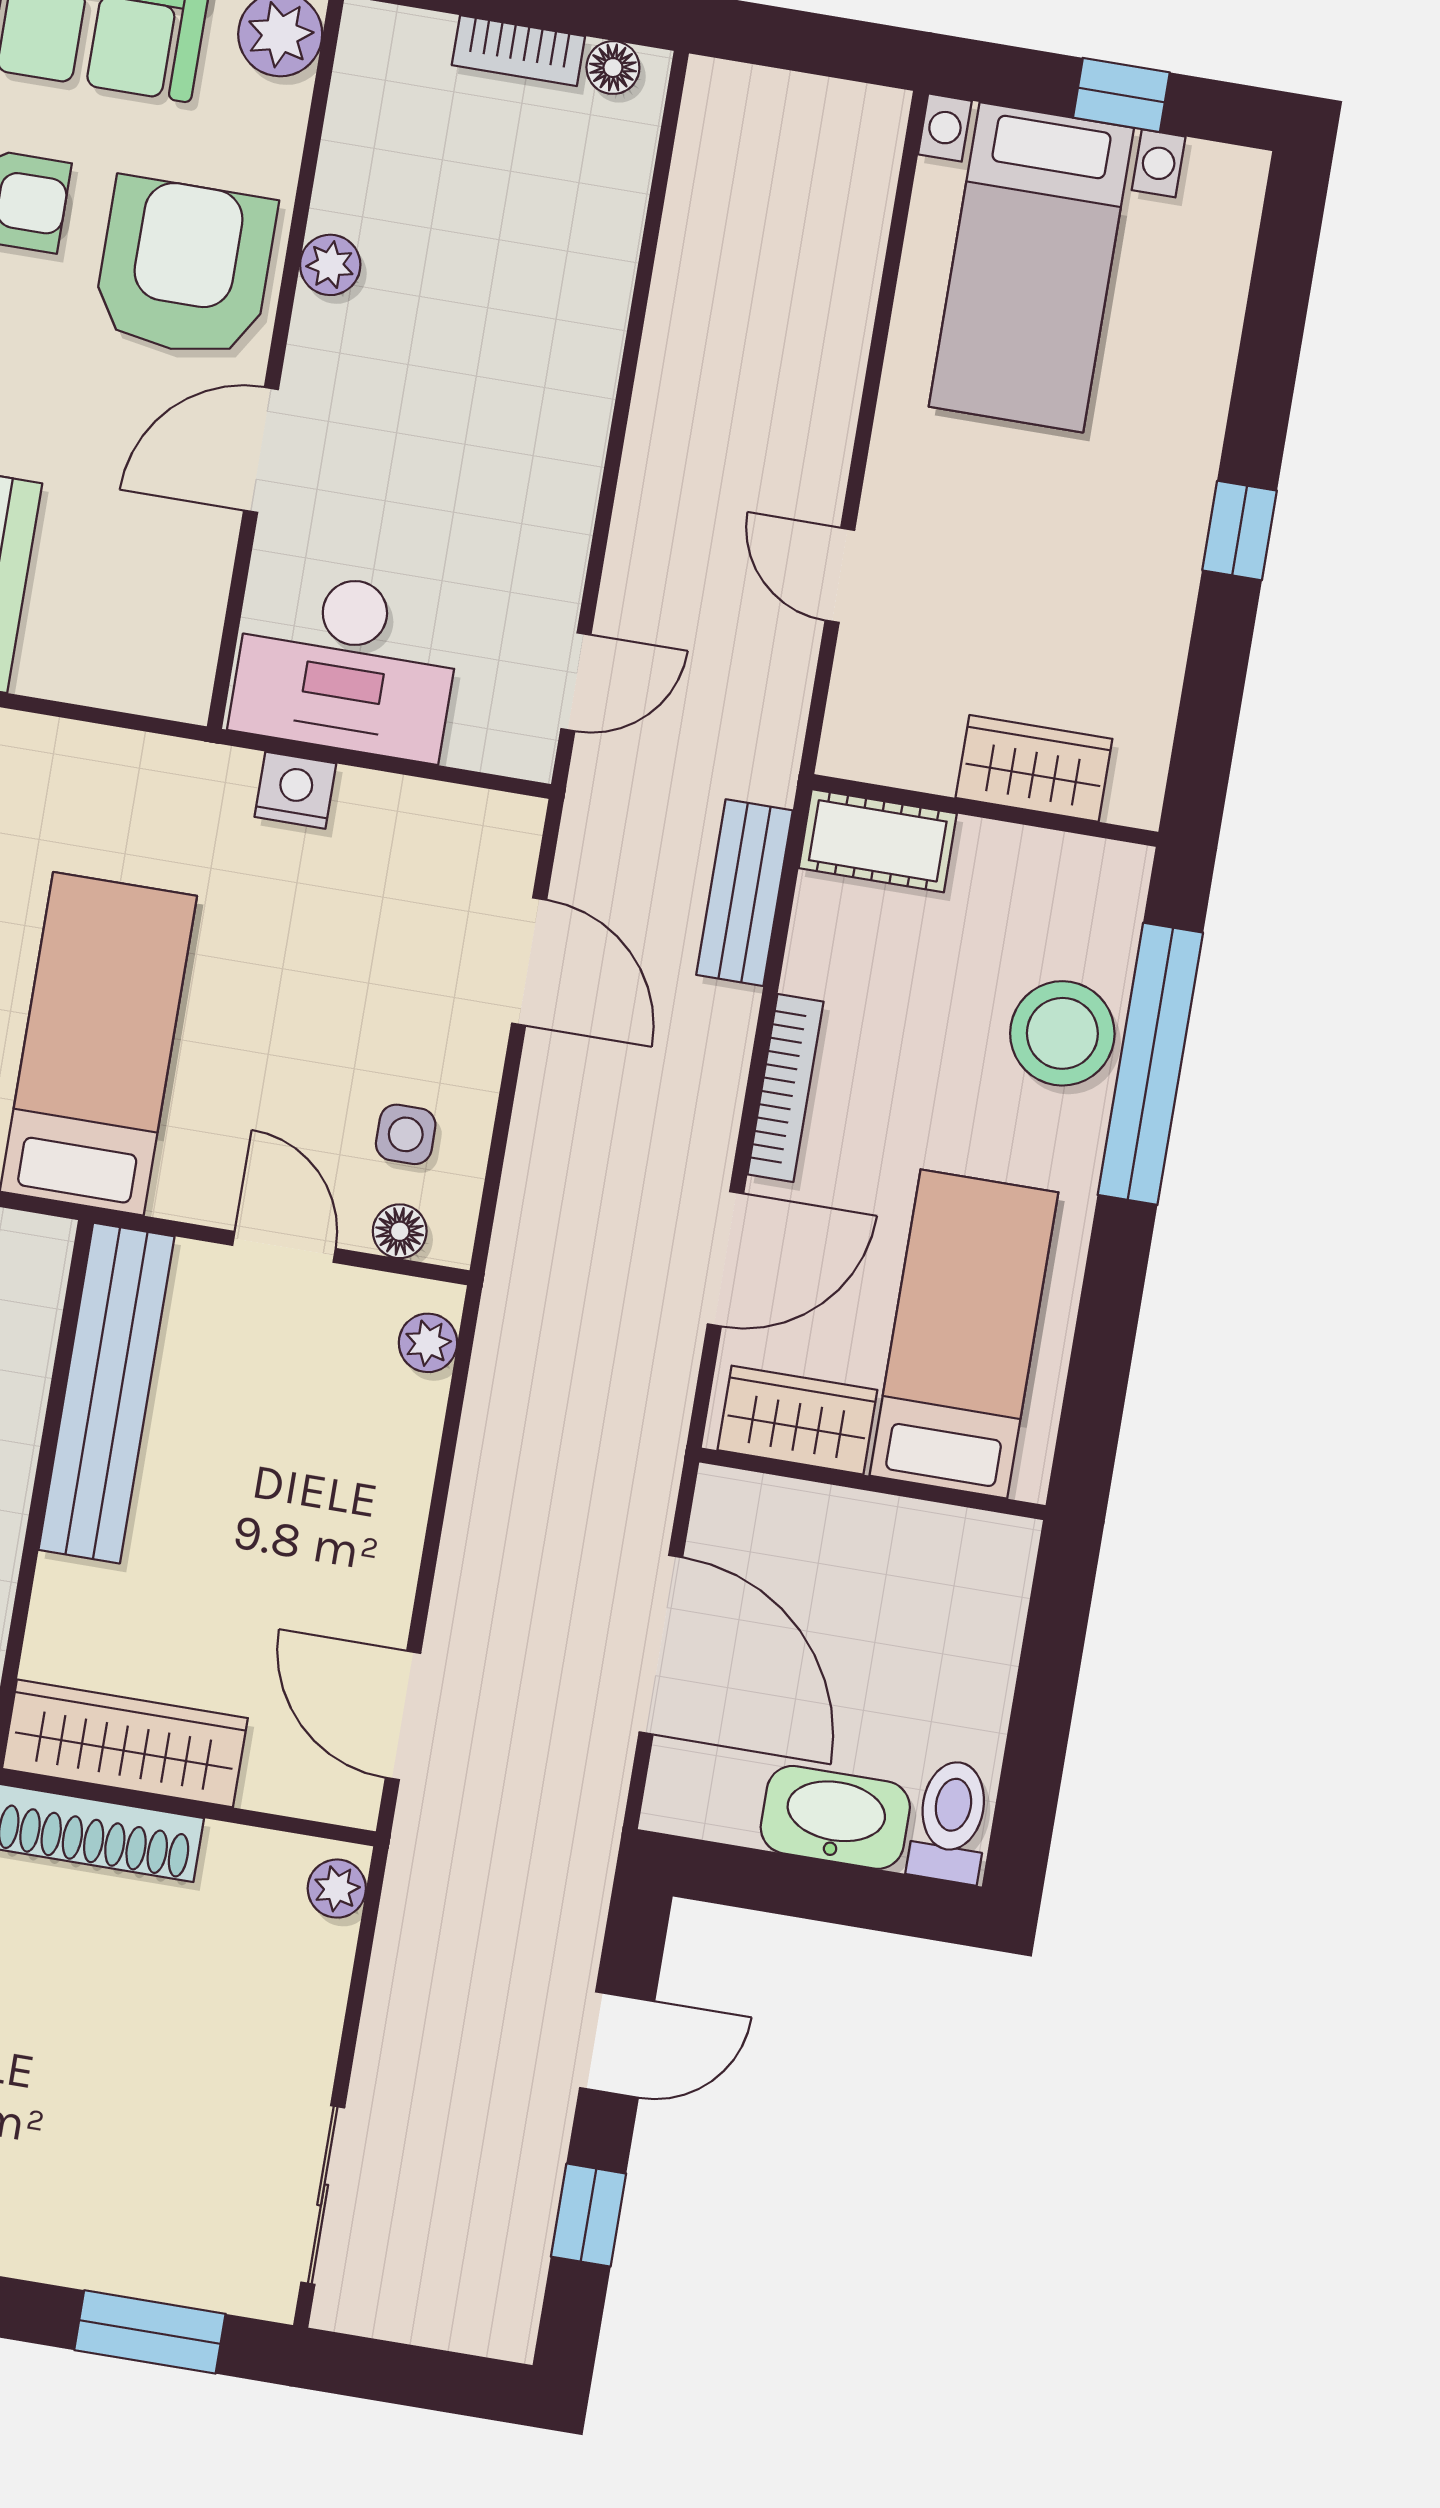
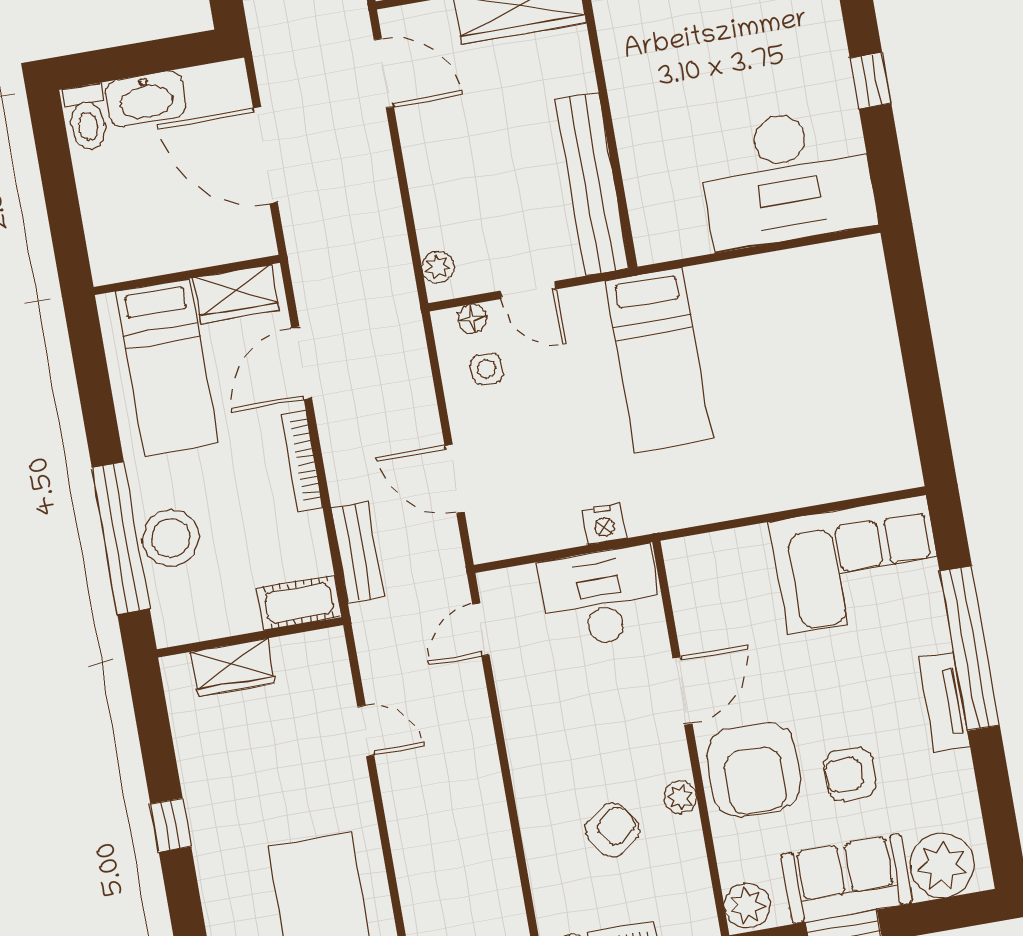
armchair: (469, 250) -> (612, 830), added

